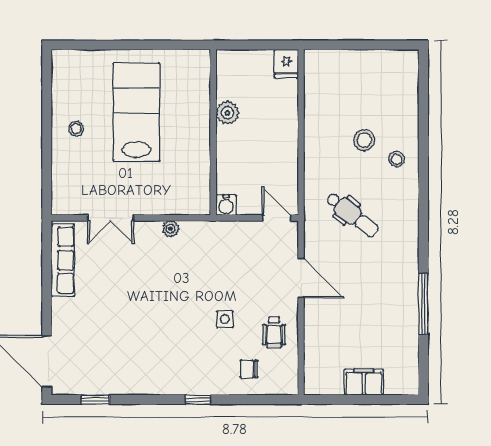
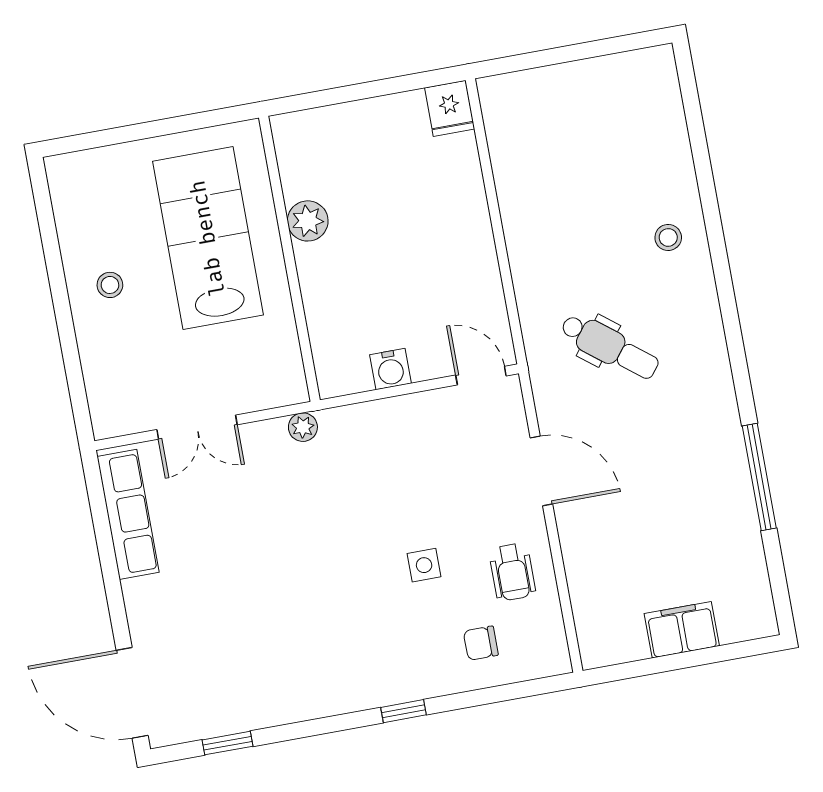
plant: (227, 113) -> (308, 221), moved
wall: (213, 132) -> (289, 259), moved
stool: (364, 140) -> (607, 215), removed

